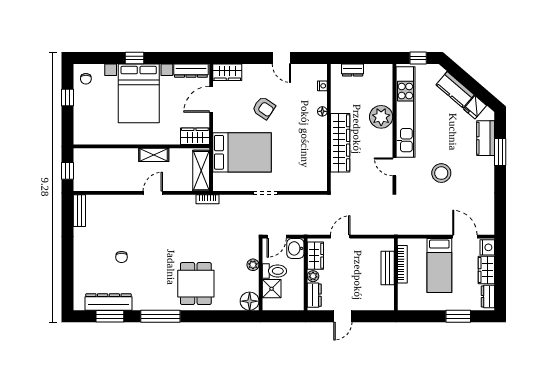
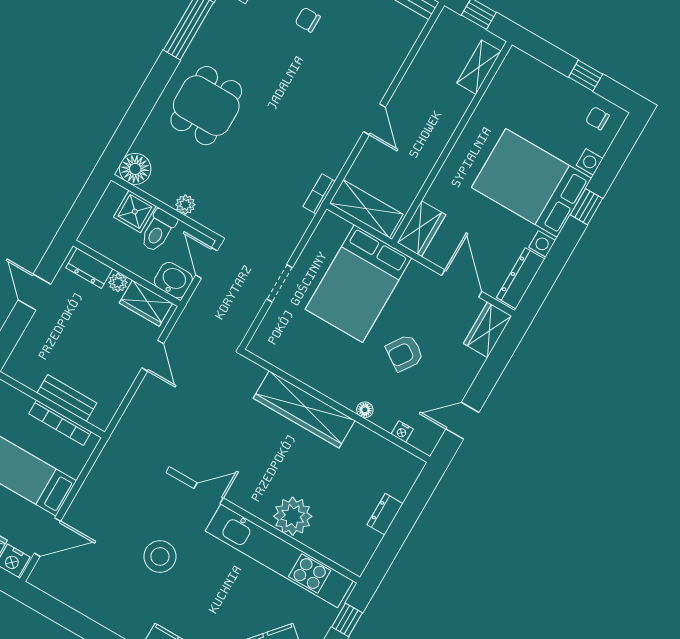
nightstand: (322, 86) -> (402, 432), moved
floor lamp: (322, 111) -> (365, 410), moved
wall: (329, 128) -> (336, 406), moved
wardrobe: (340, 143) -> (304, 409), moved
shelving: (154, 155) -> (479, 67), moved
dining table: (196, 284) -> (206, 106), turned 90

